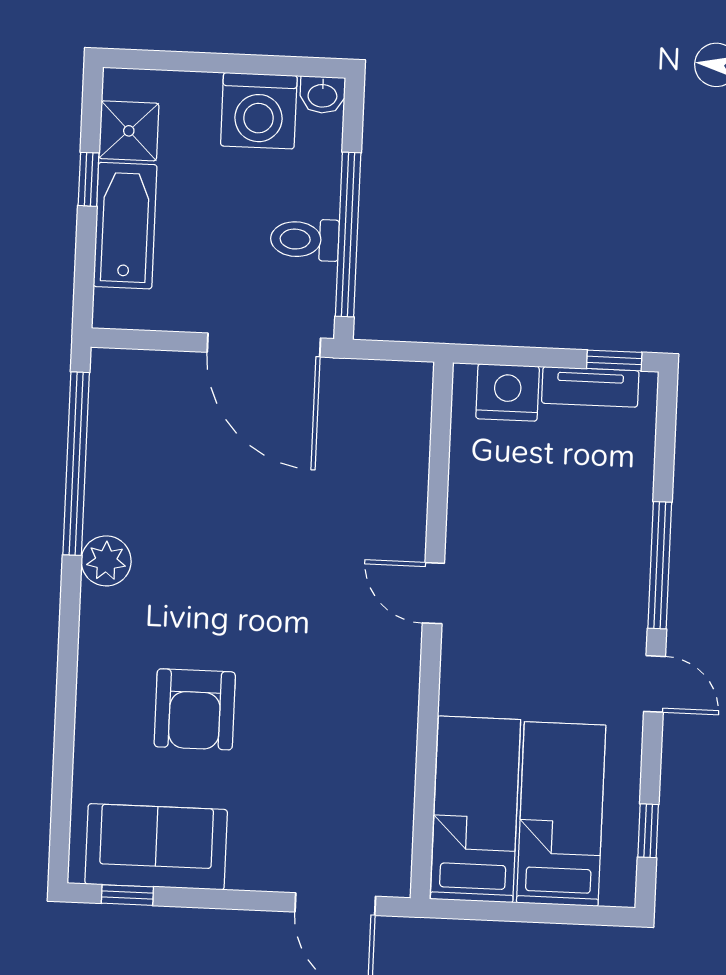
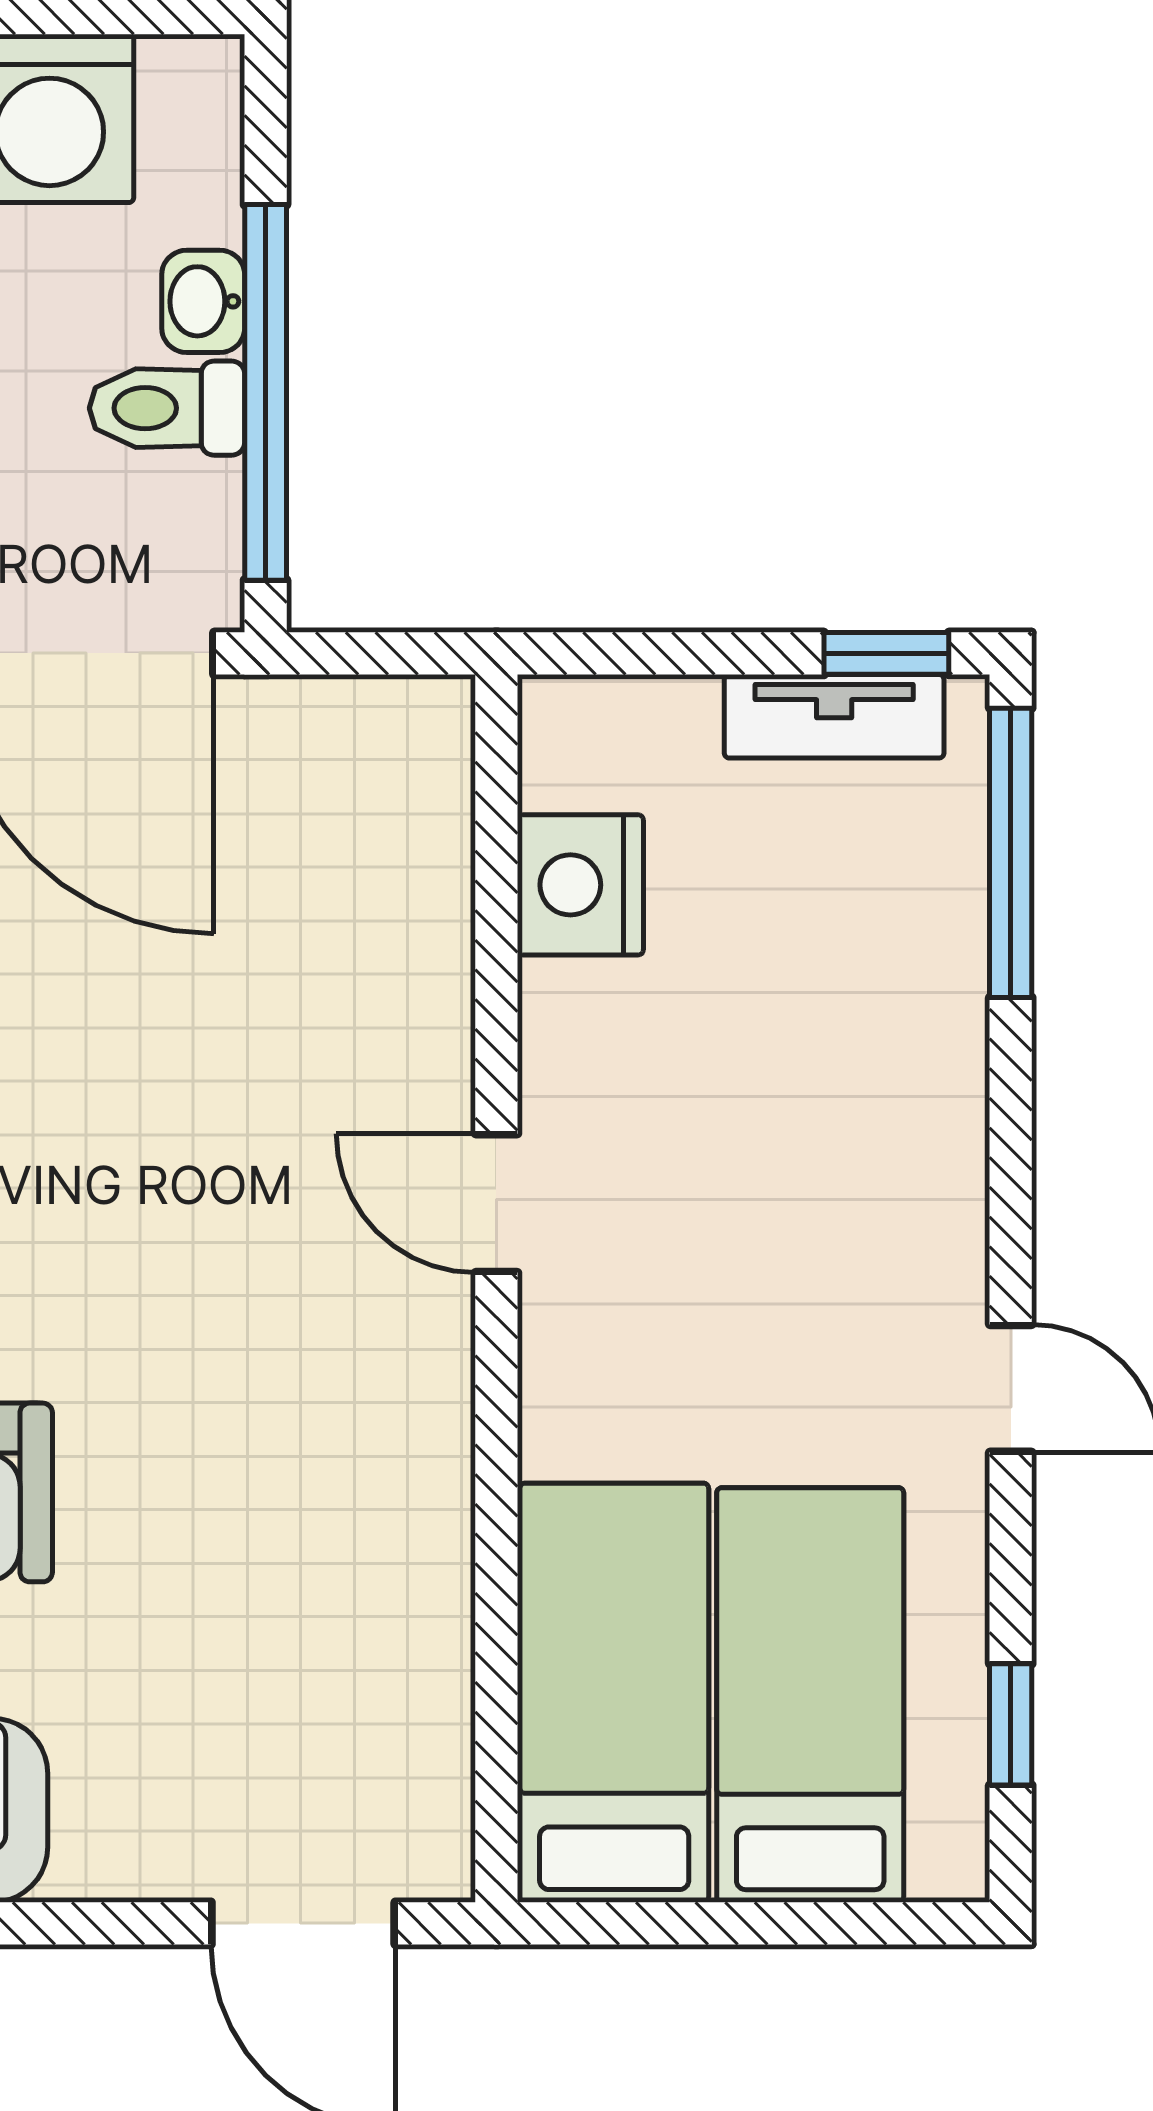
washbasin: (323, 95) -> (203, 301), moved, turned 90
nightstand: (508, 392) -> (580, 885), moved, turned -90
window: (660, 565) -> (1011, 853), moved

